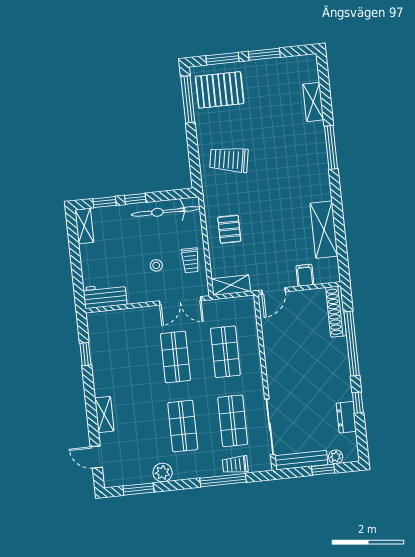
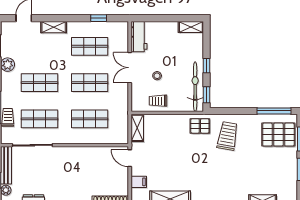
pallet: (220, 90) -> (278, 135), turned 90
window: (105, 202) -> (206, 95), moved
pallet: (229, 229) -> (200, 126), moved
double door: (180, 301) -> (130, 68), moved
shop shelf: (126, 362) -> (90, 46), added

